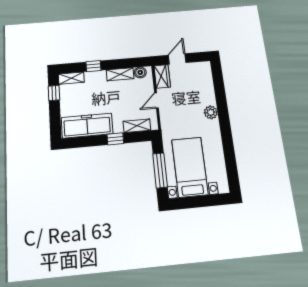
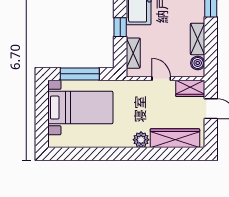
wardrobe: (206, 85) -> (175, 138), added

